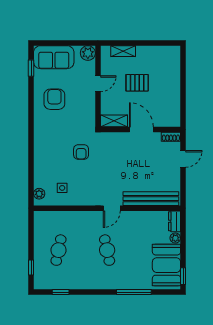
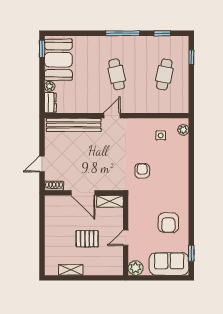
shelving: (123, 51) -> (71, 270), moved
window: (134, 292) -> (123, 33), moved

